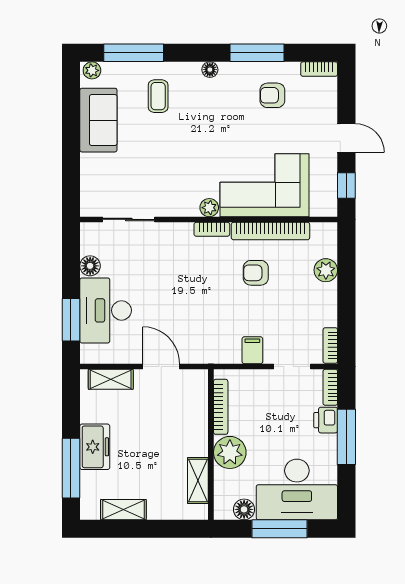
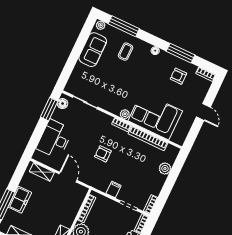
window: (346, 185) -> (193, 134), removed
floor lamp: (90, 266) -> (63, 104), moved
armchair: (256, 273) -> (103, 154), moved
window: (71, 320) -> (49, 109), moved

